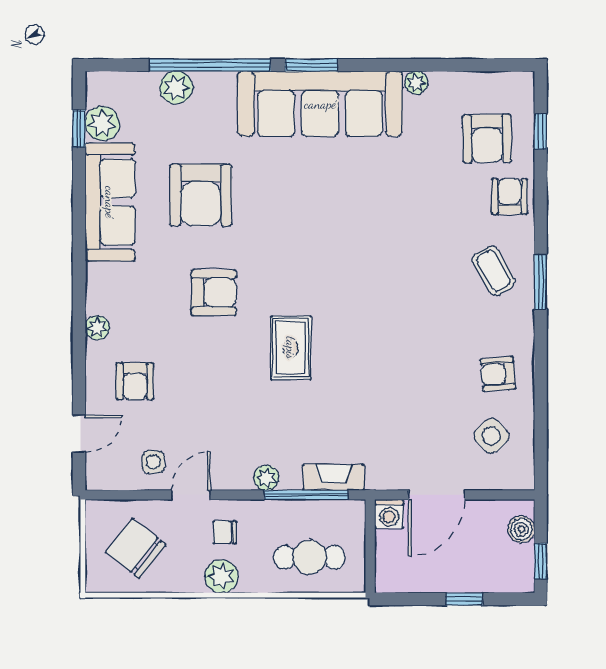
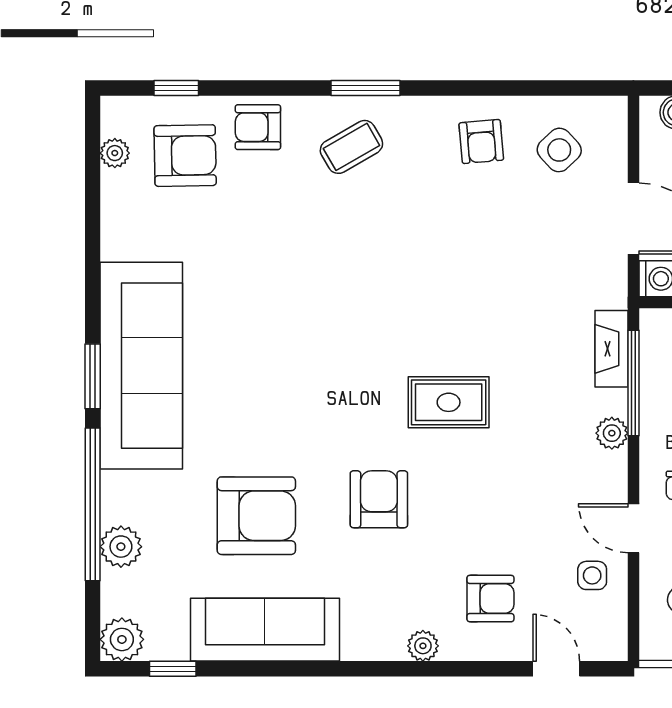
plant: (416, 83) -> (115, 153), moved
plant: (102, 123) -> (122, 639), moved

